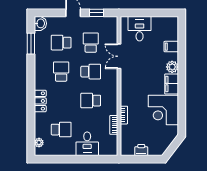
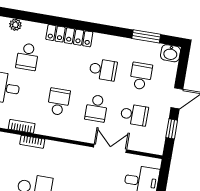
locker: (40, 101) -> (69, 36), width x1.53

